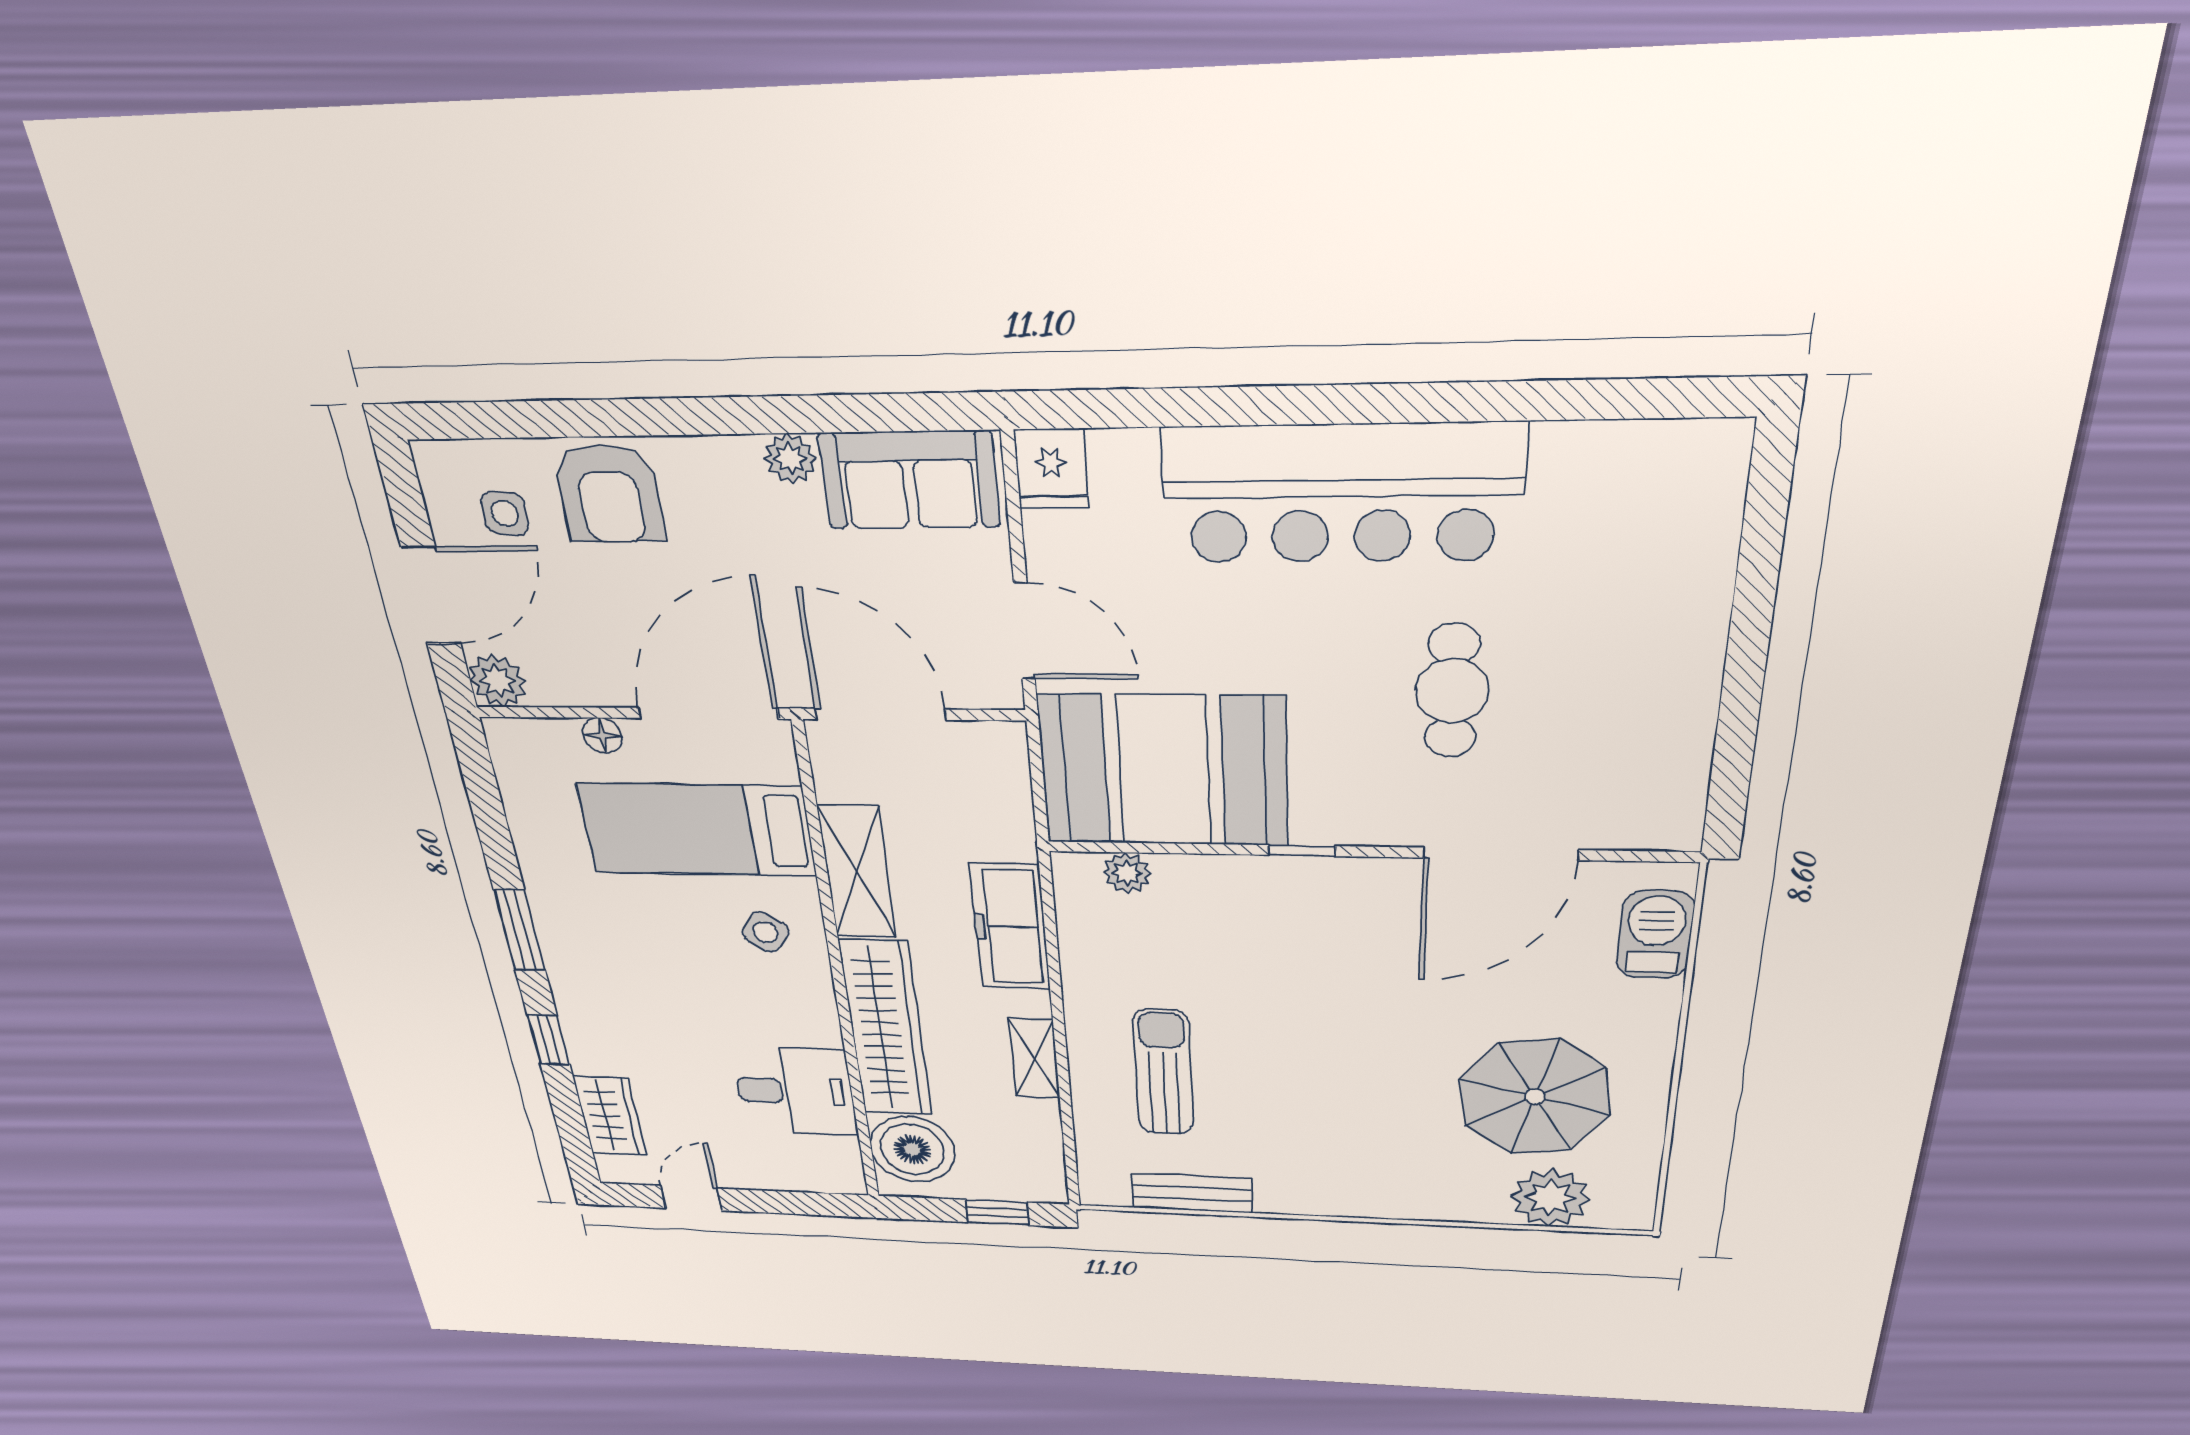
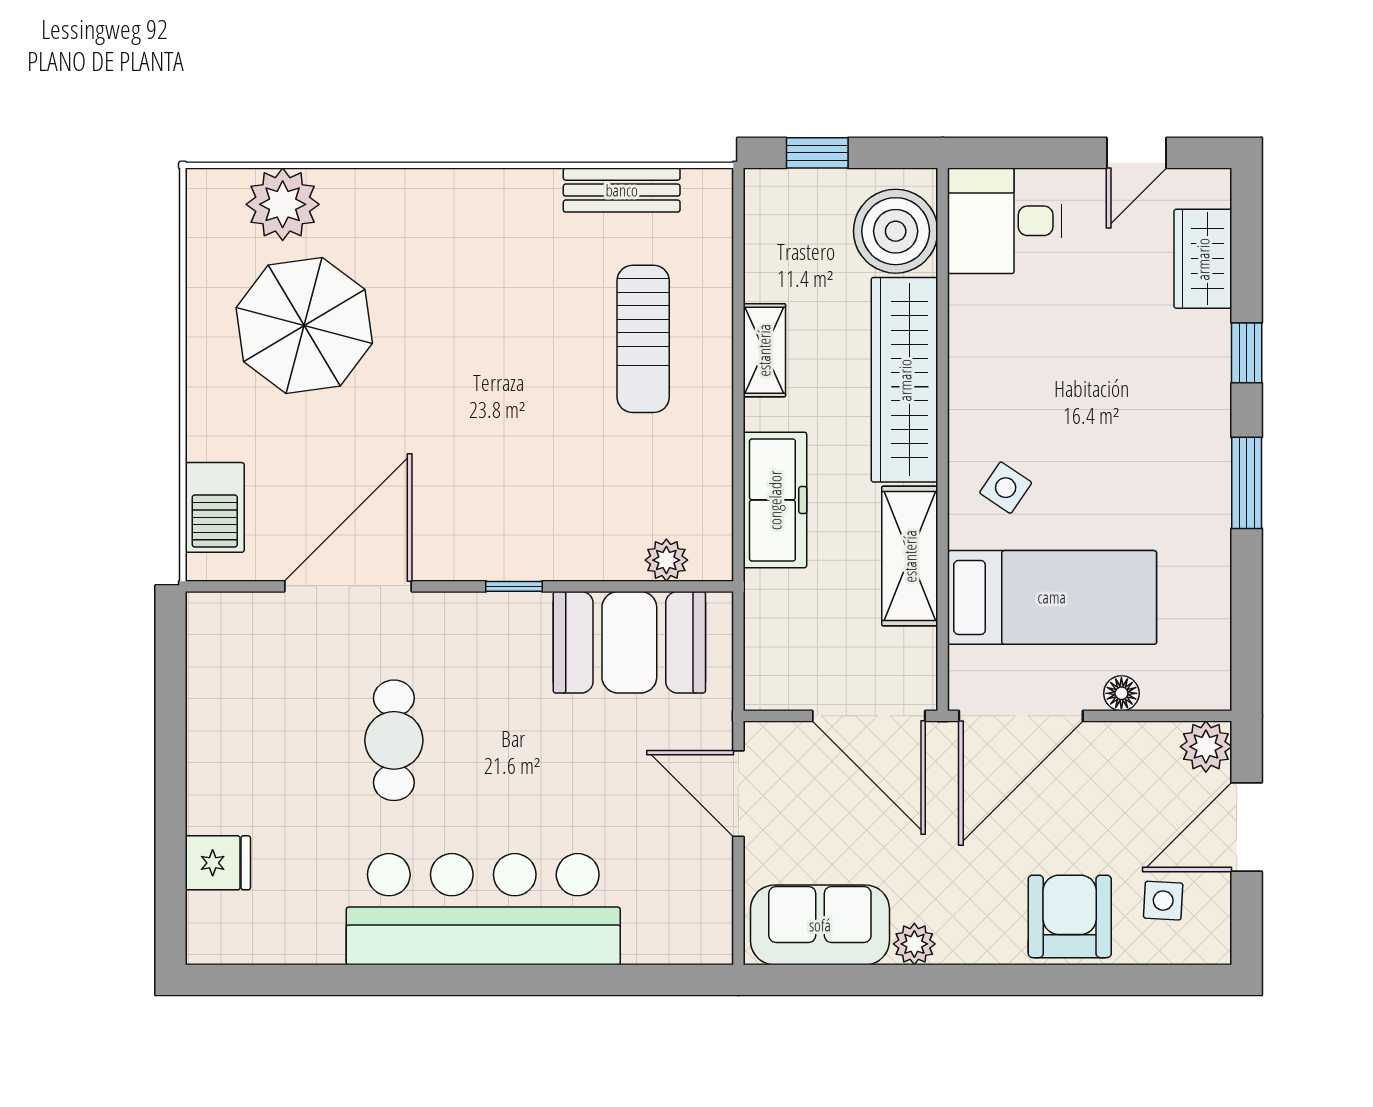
fridge: (1051, 469) -> (218, 863), moved, turned 90
booth: (1164, 771) -> (629, 642), width x0.73, depth x0.70
desk: (795, 1091) -> (1005, 221), moved

